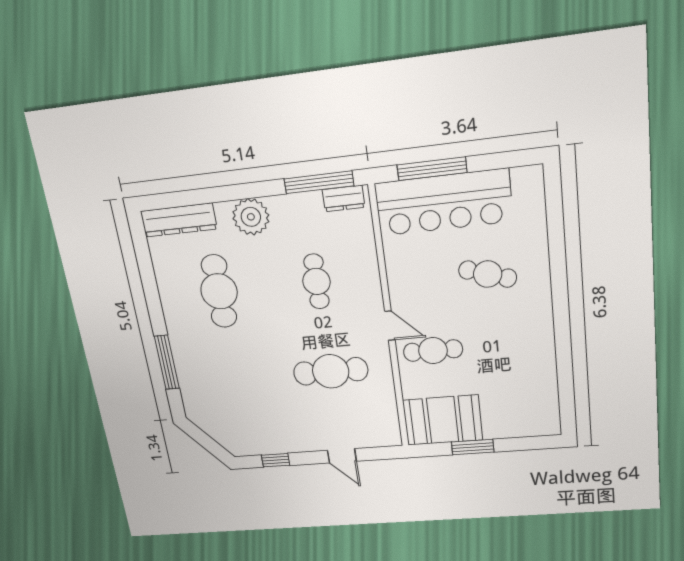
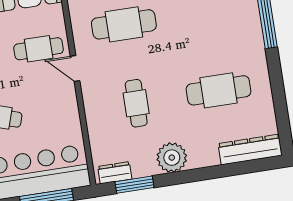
window: (319, 182) -> (134, 185), width x0.69
plant: (251, 217) -> (172, 158), moved
cafe table: (219, 291) -> (219, 90), turned 90

